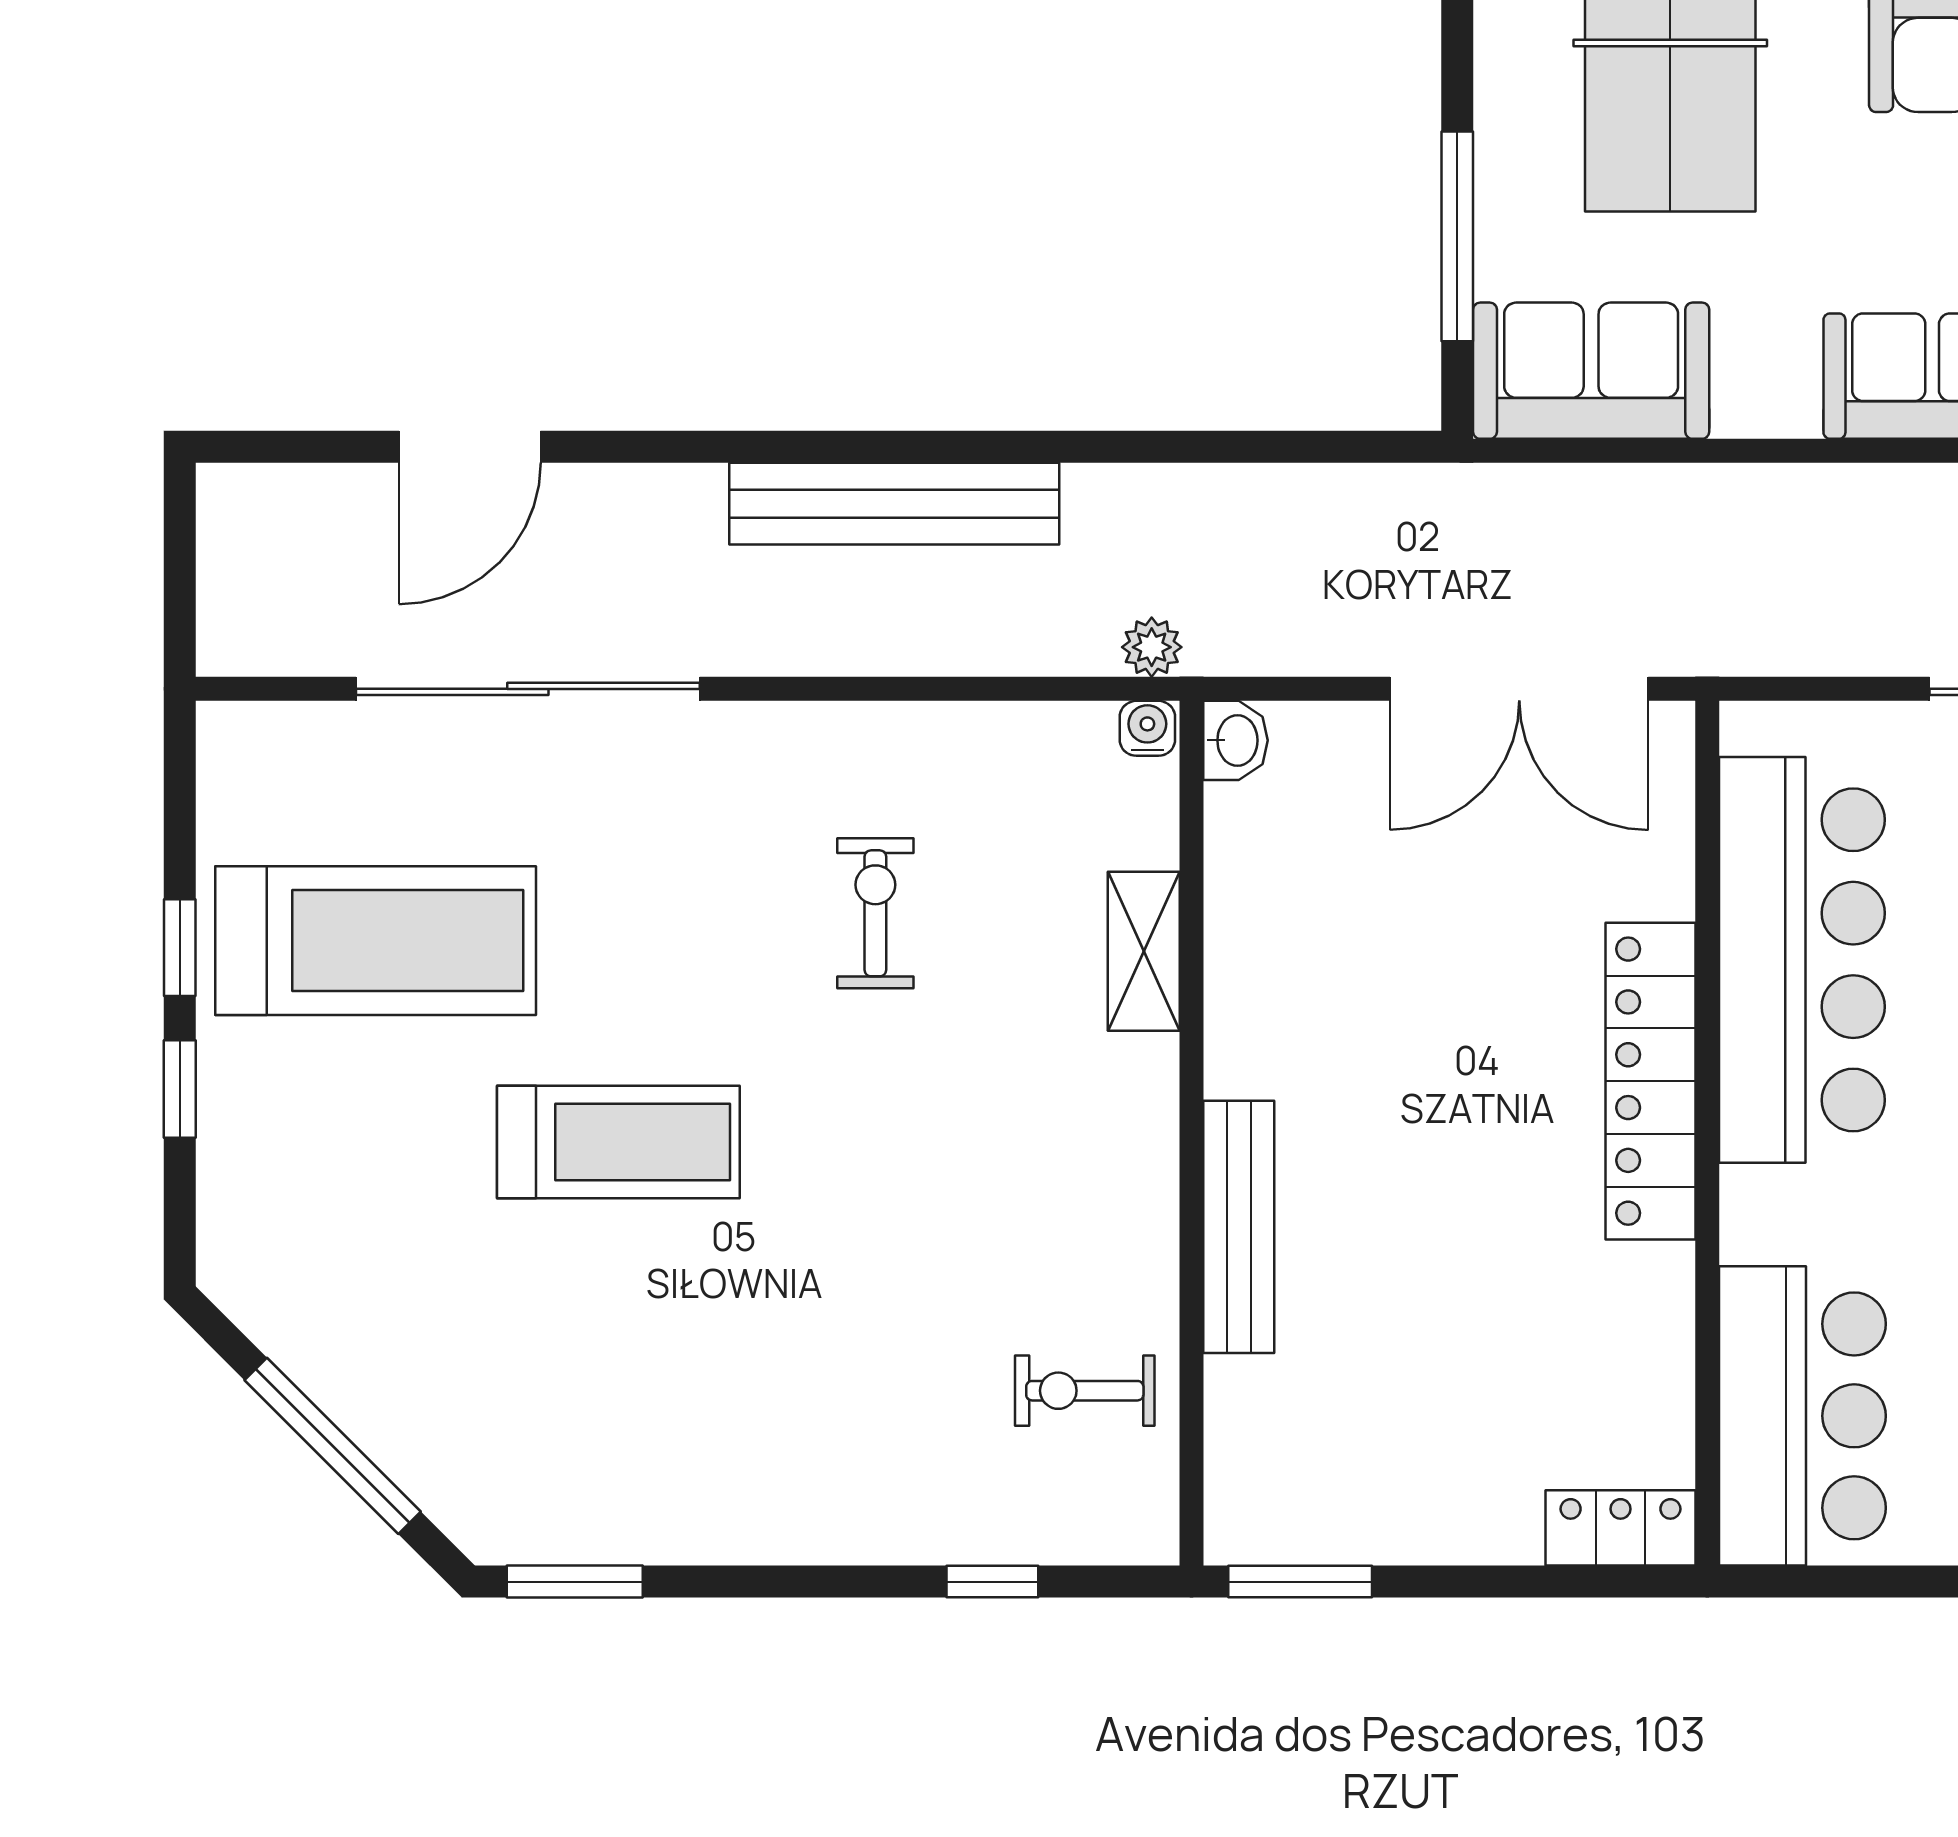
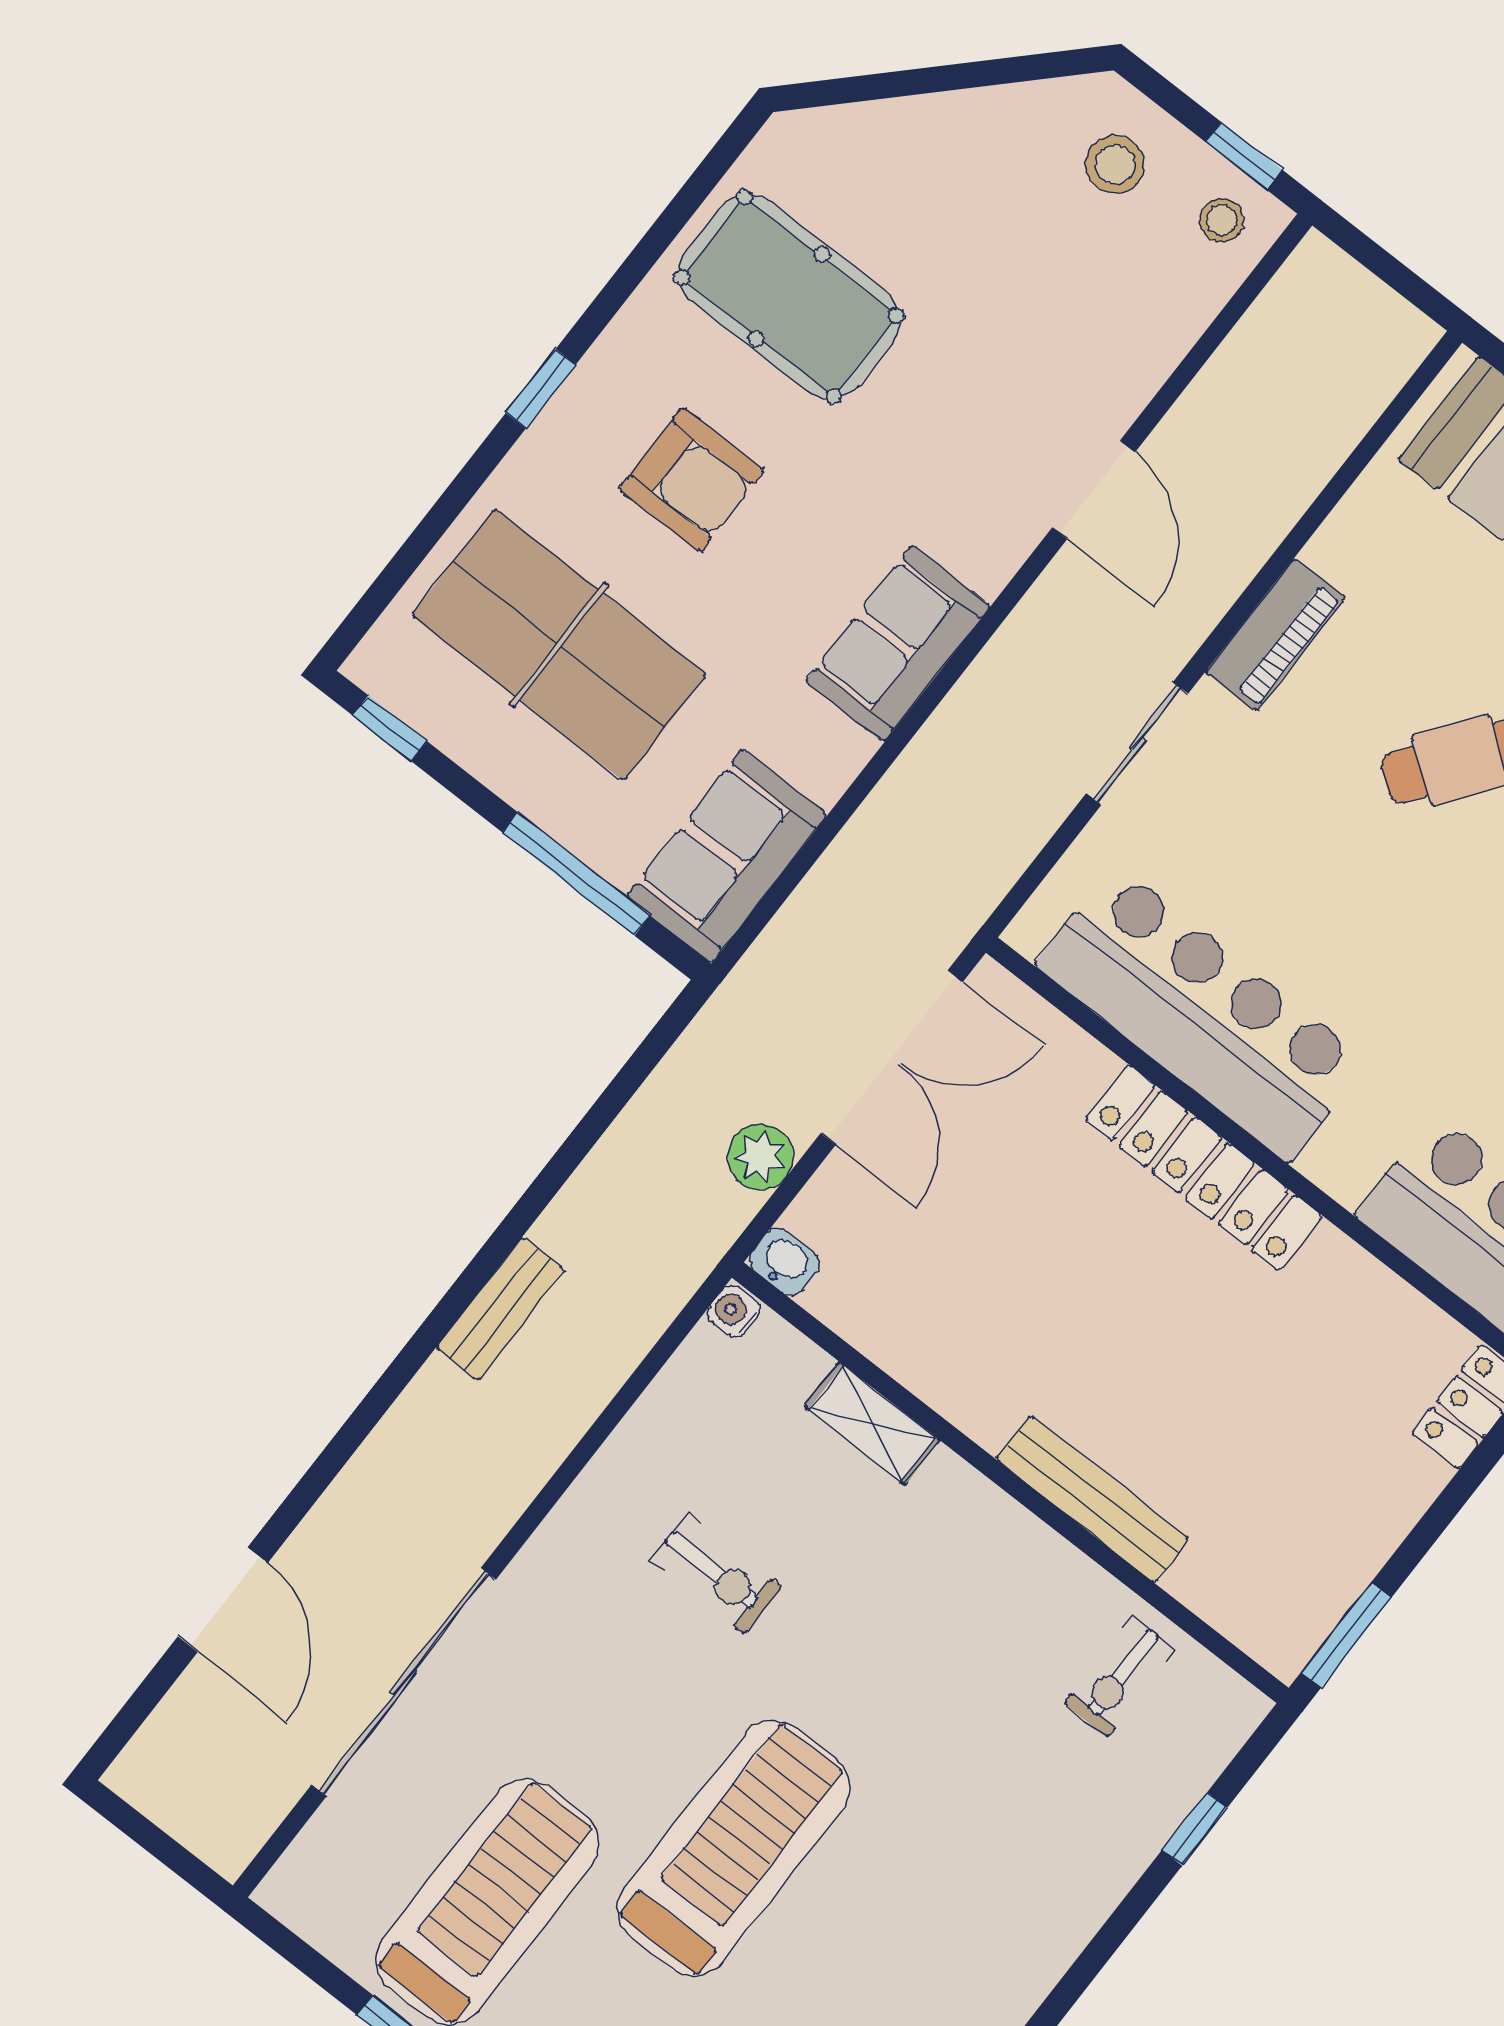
bench: (894, 504) -> (500, 1309), width x0.54, depth x0.82
plant: (1152, 647) -> (760, 1157), moved, width x1.38, depth x1.38
exercise bike: (875, 913) -> (716, 1574), turned 180
treadmill: (618, 1142) -> (734, 1848), width x1.37, depth x1.38

